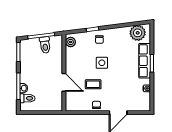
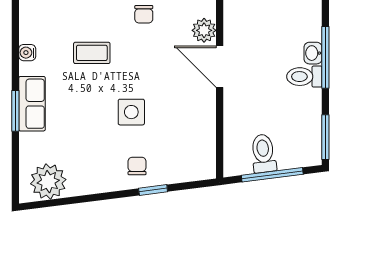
plant: (71, 42) -> (204, 30), moved
row of seats: (145, 61) -> (32, 104), width x0.68
coffee table: (93, 84) -> (92, 53), moved
toilet: (27, 98) -> (304, 77), moved

